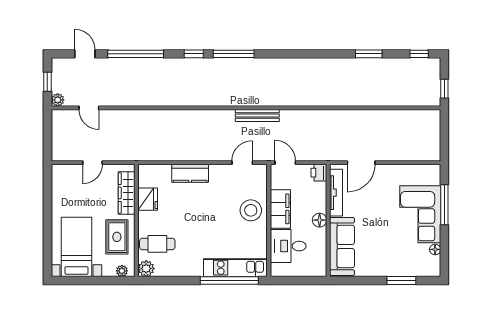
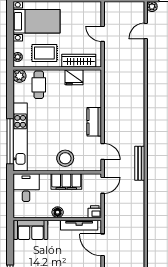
kitchen counter: (190, 173) -> (94, 122), moved
desk: (288, 246) -> (26, 188), moved
sofa: (342, 246) -> (31, 230), width x0.73
kitchen unit: (235, 268) -> (20, 137), width x1.36

